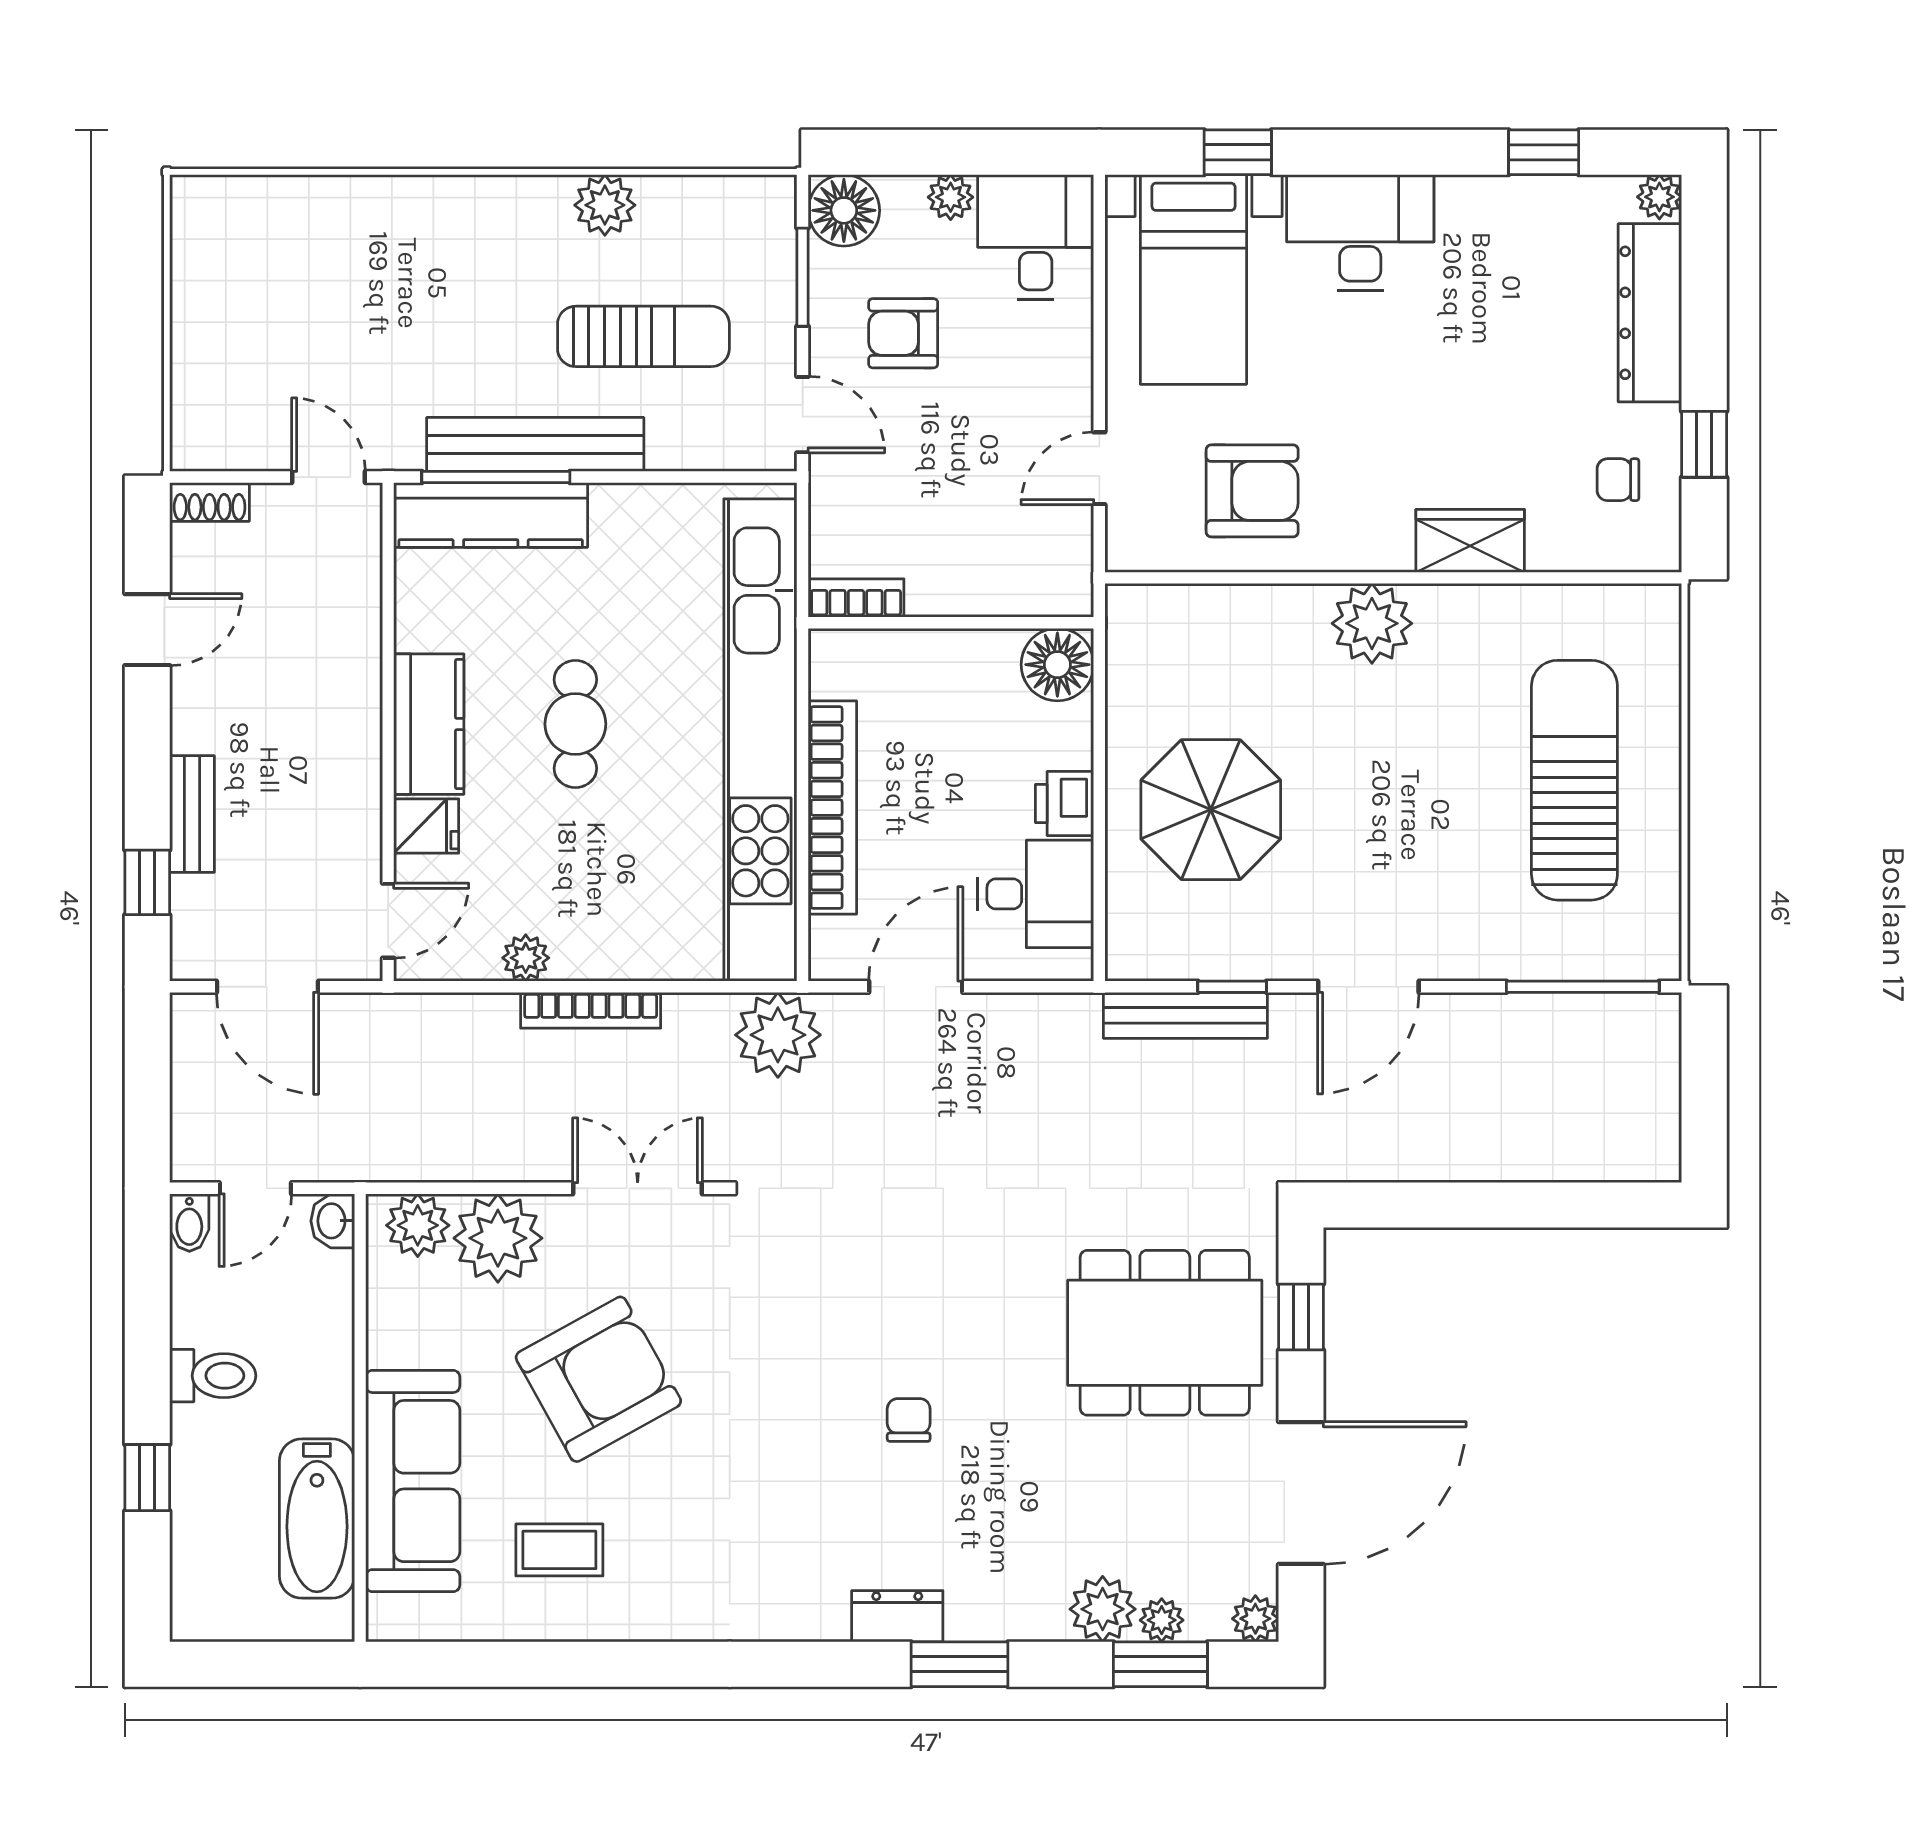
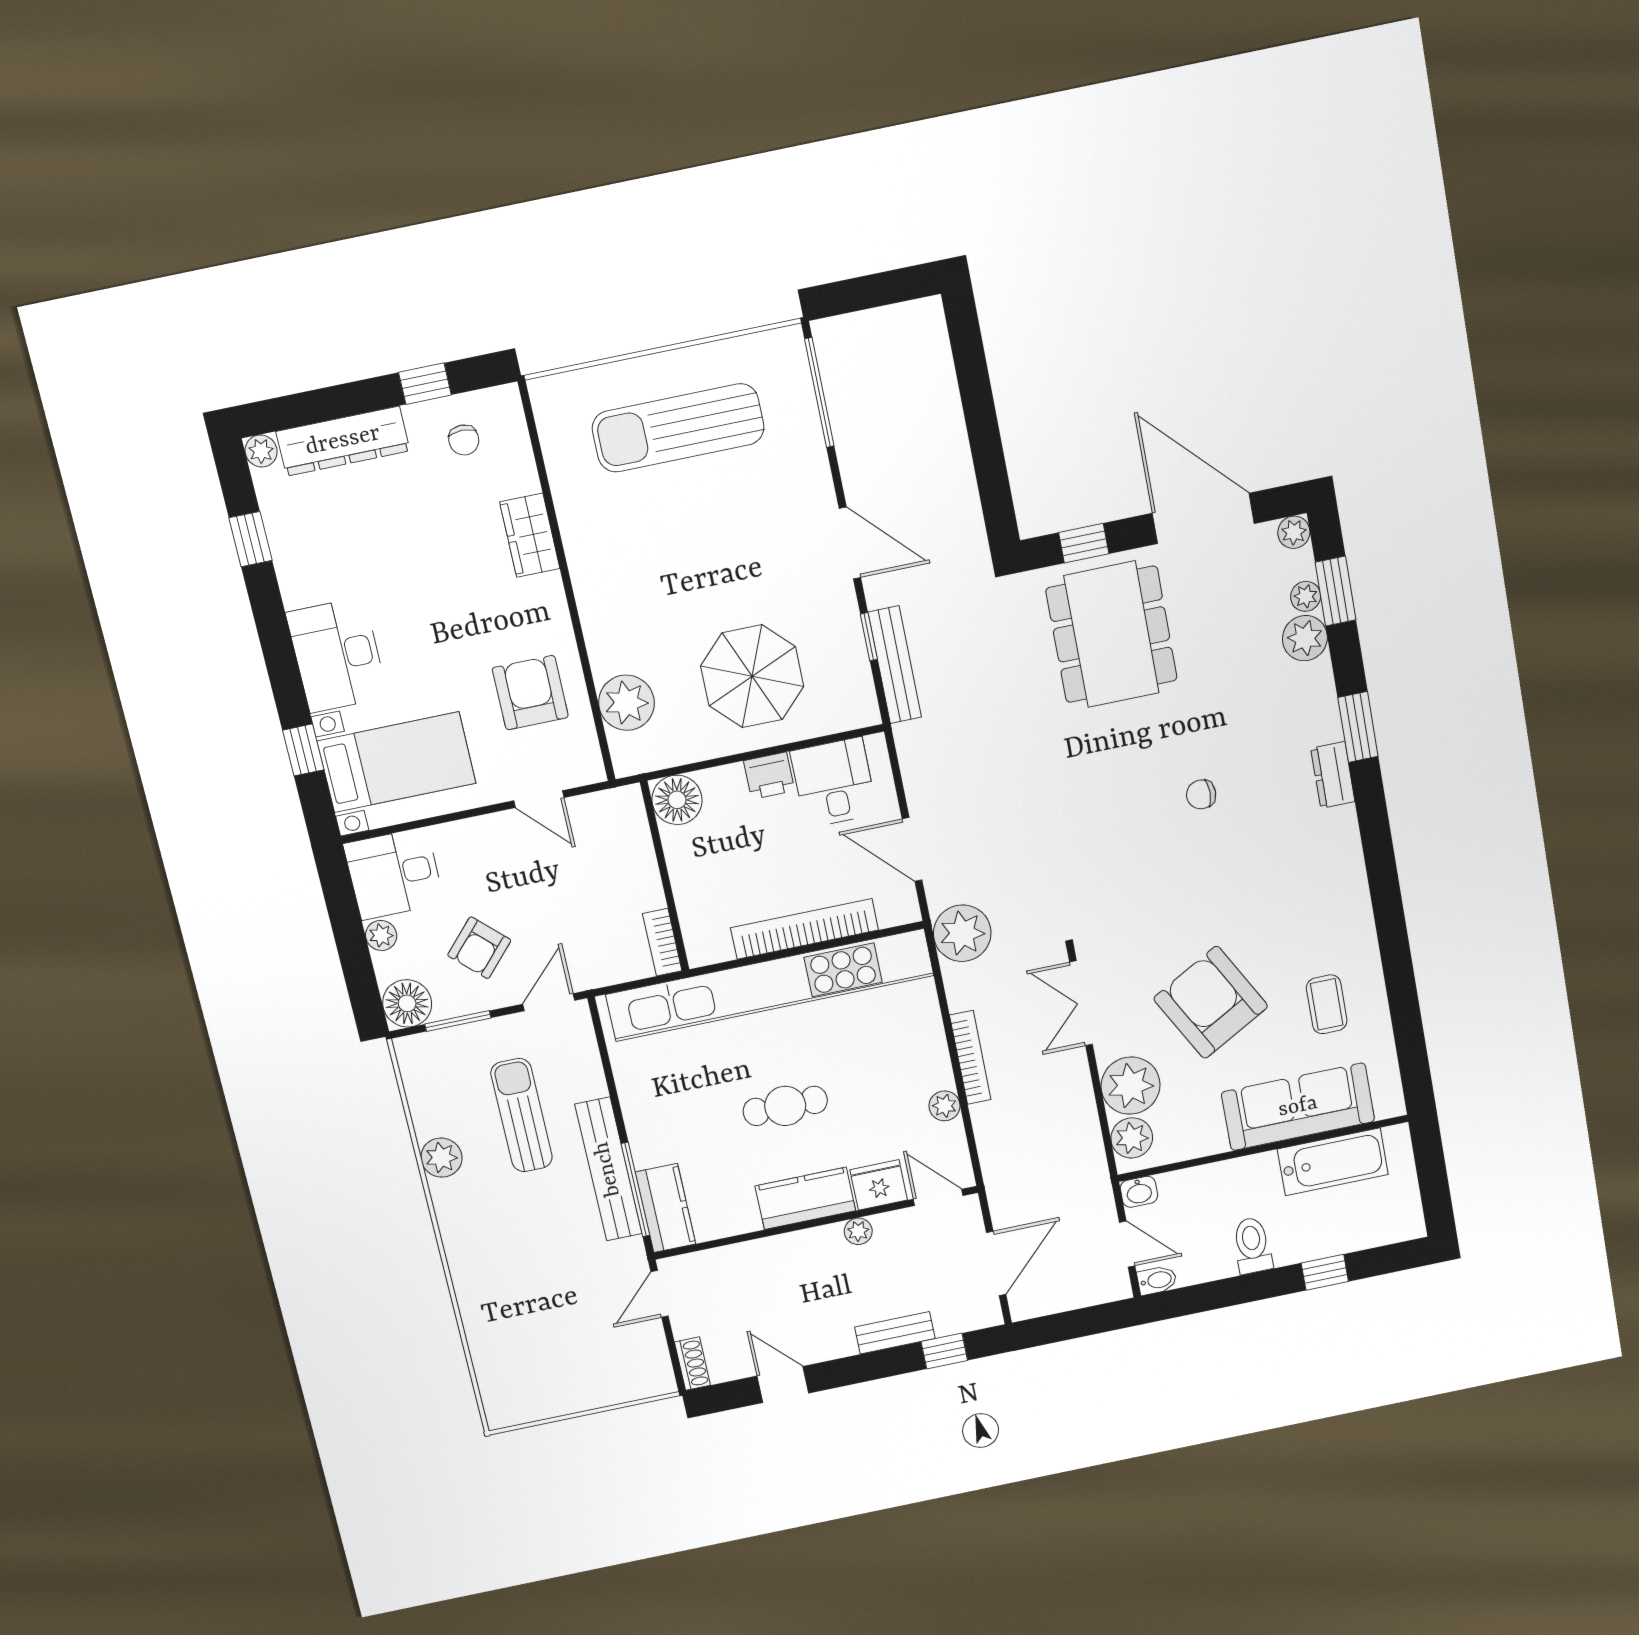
armchair: (903, 333) -> (479, 948), turned 43
kitchen counter: (491, 515) -> (666, 1208), width x0.67
plant: (1372, 623) -> (626, 703), moved
plant: (362, 792) -> (858, 1231), added
fridge: (426, 826) -> (879, 1185), width x1.38

